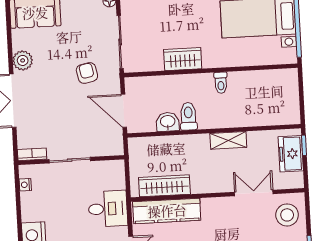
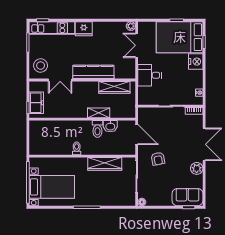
wardrobe: (183, 59) -> (105, 164), width x1.50
shelving: (228, 140) -> (99, 113), moved
kitchen counter: (167, 211) -> (93, 72), moved

